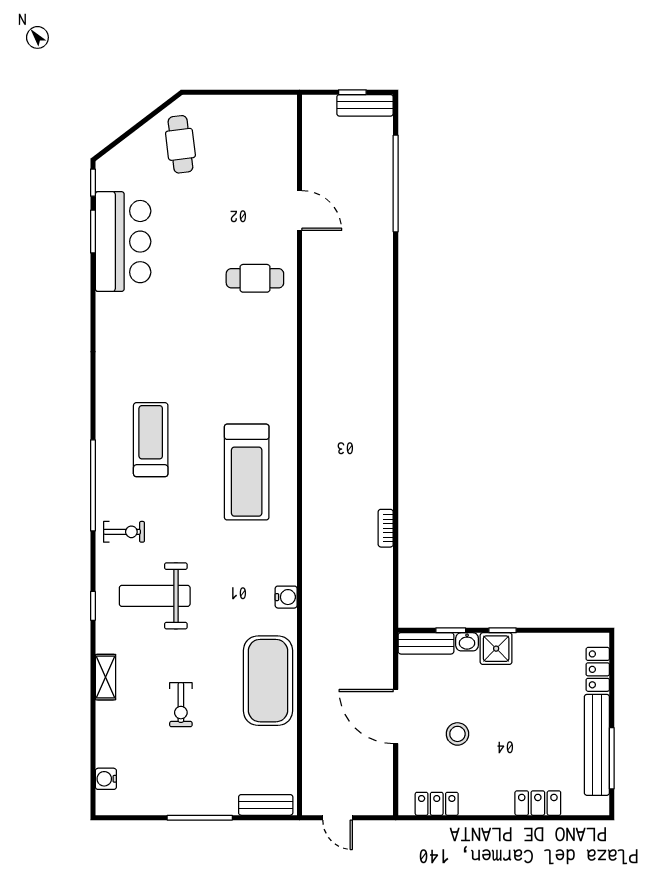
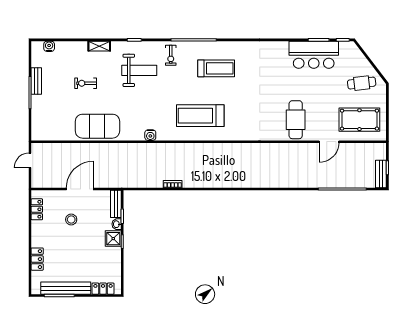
pool table: (255, 149) -> (359, 120), added
cafe table: (255, 278) -> (296, 120), width x1.37, depth x1.35
weight bench: (155, 596) -> (139, 70), turned 90
water cooler: (286, 597) -> (150, 135), moved
bench: (266, 805) -> (36, 81), moved

